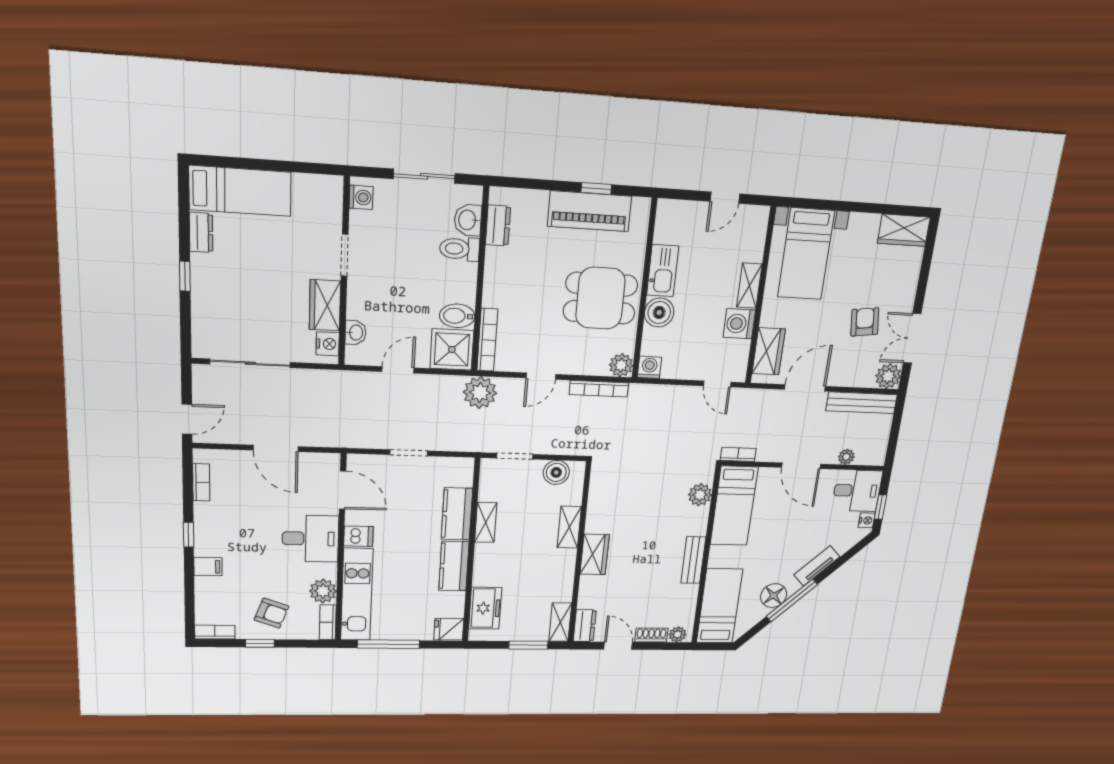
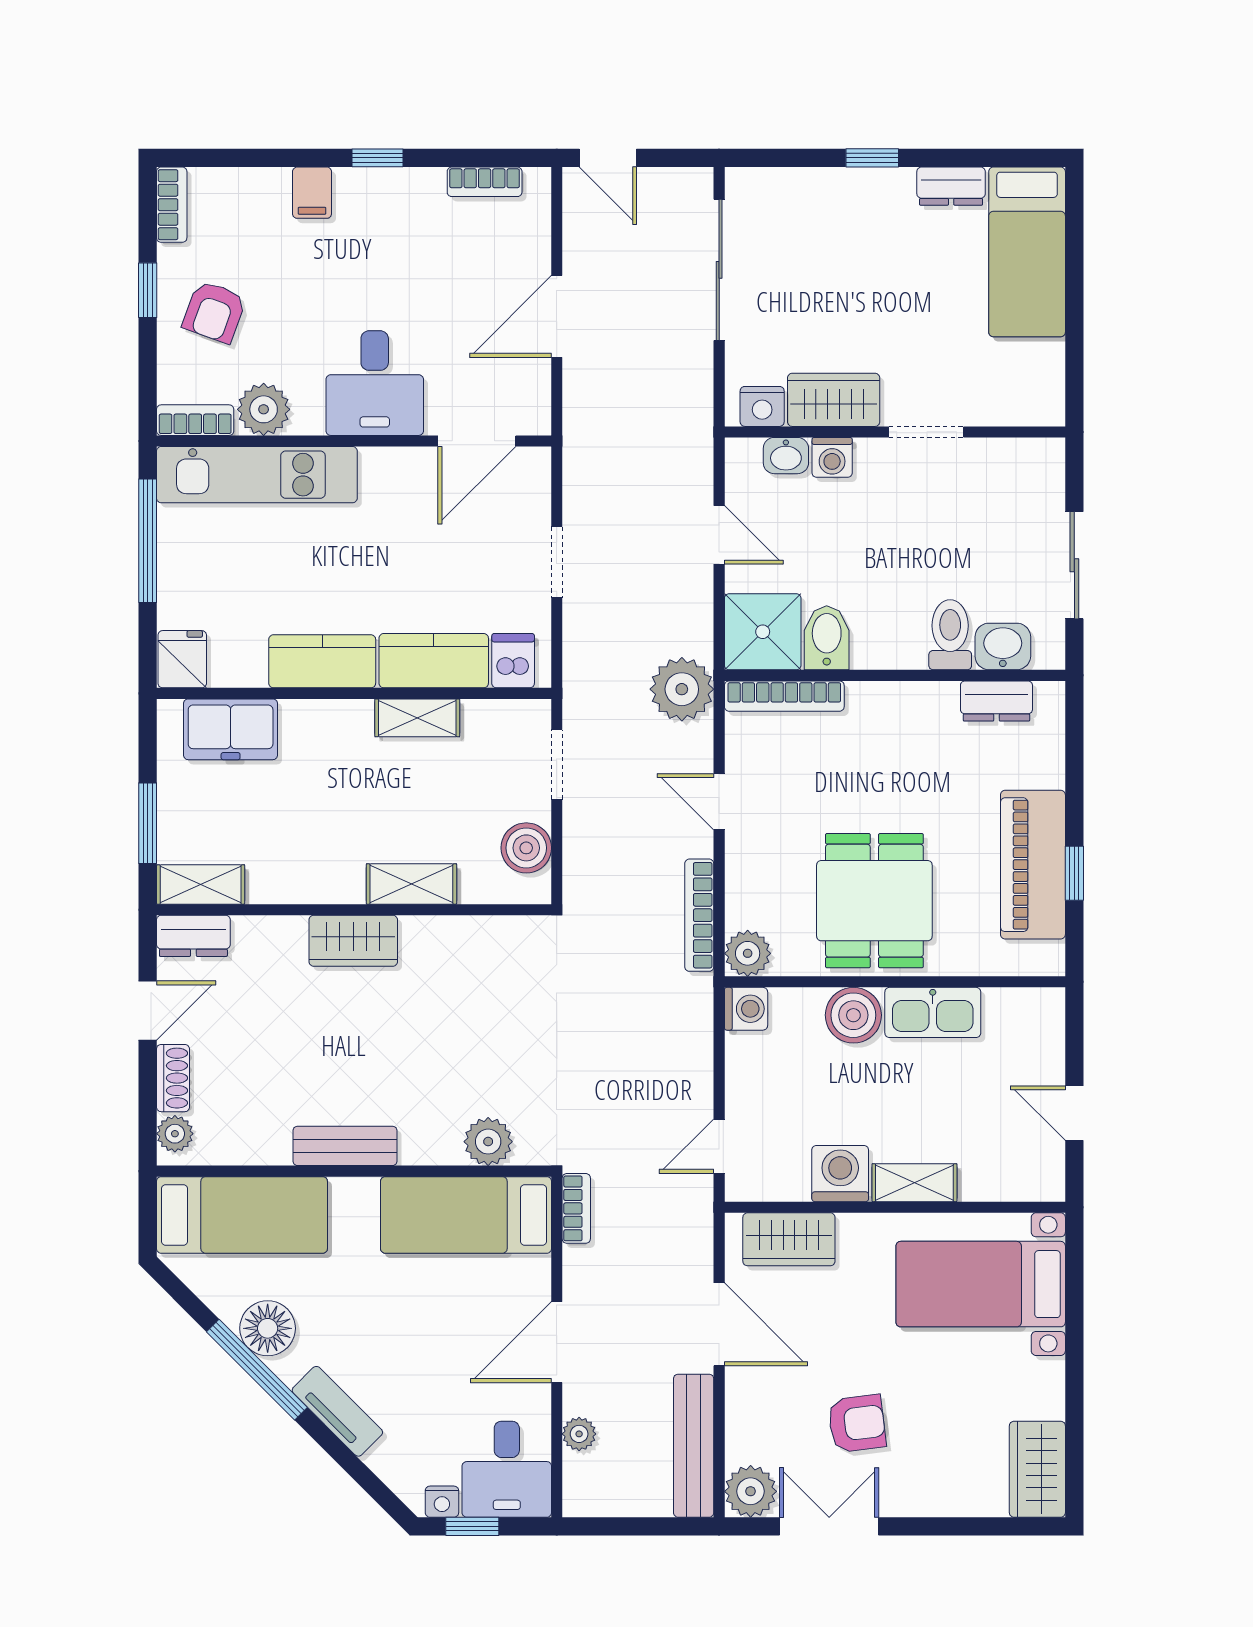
washing machine: (361, 197) -> (832, 457), moved
dishwasher: (358, 536) -> (513, 661), moved, turned 180

